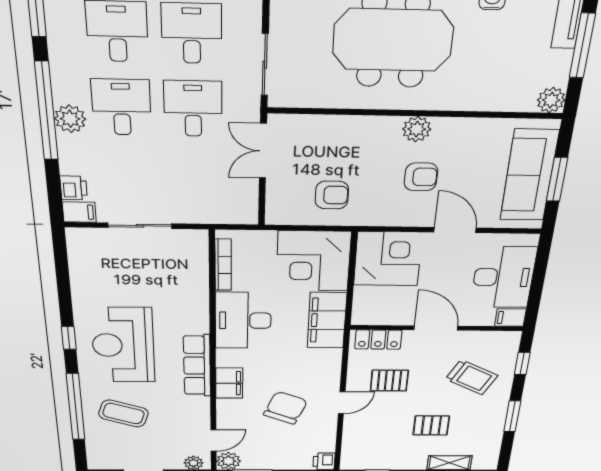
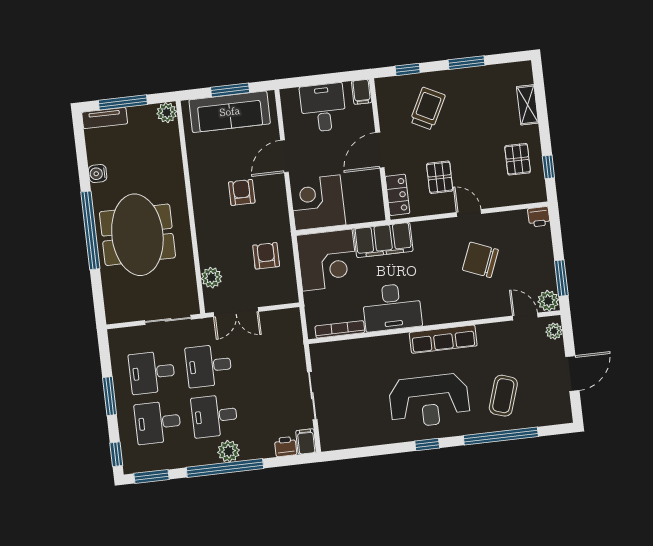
plant: (417, 129) -> (211, 278), moved
desk: (503, 277) -> (323, 108), width x0.73
filing cabinet: (229, 383) -> (459, 311), removed
pallet: (431, 425) -> (518, 159), moved

